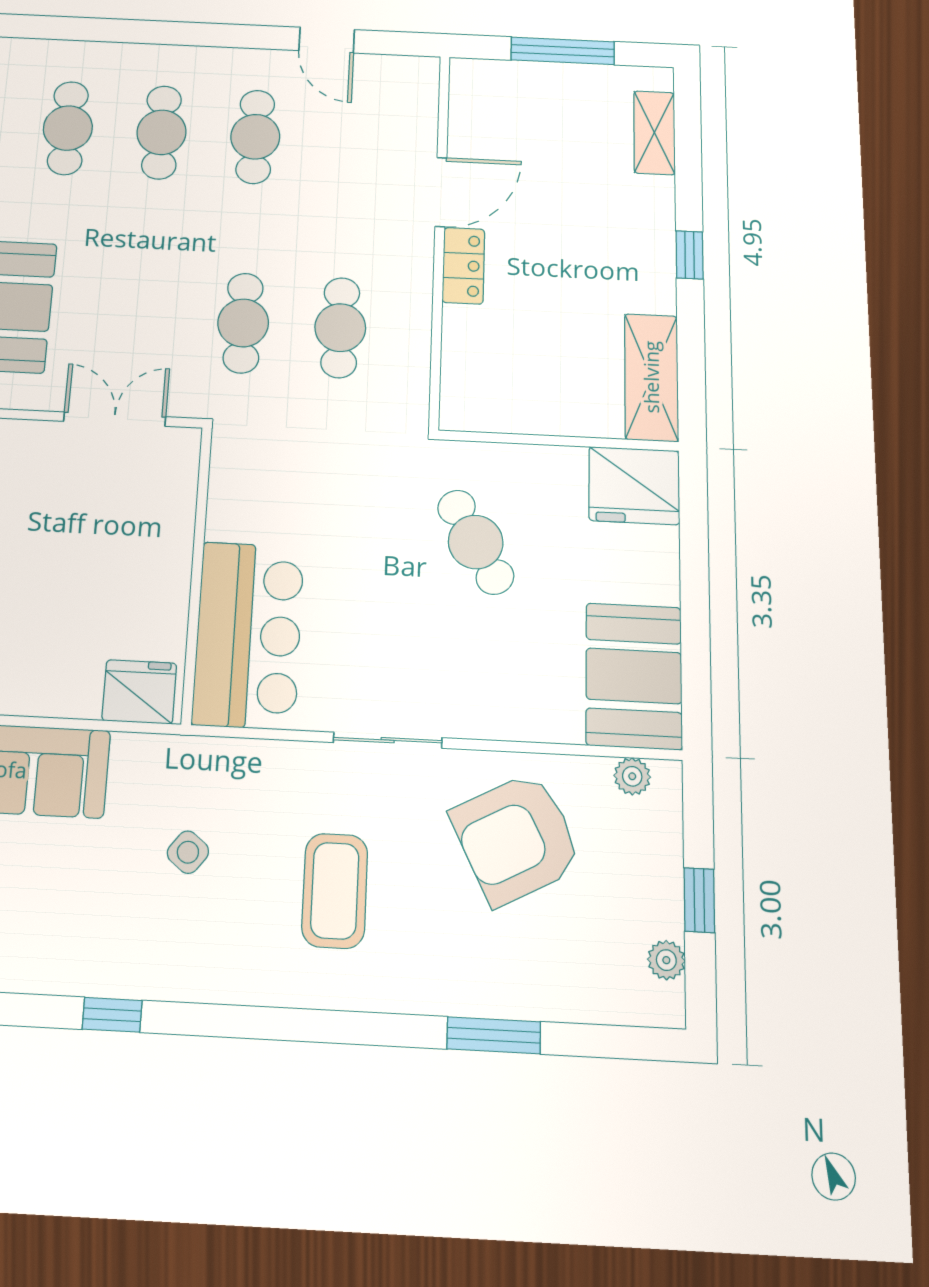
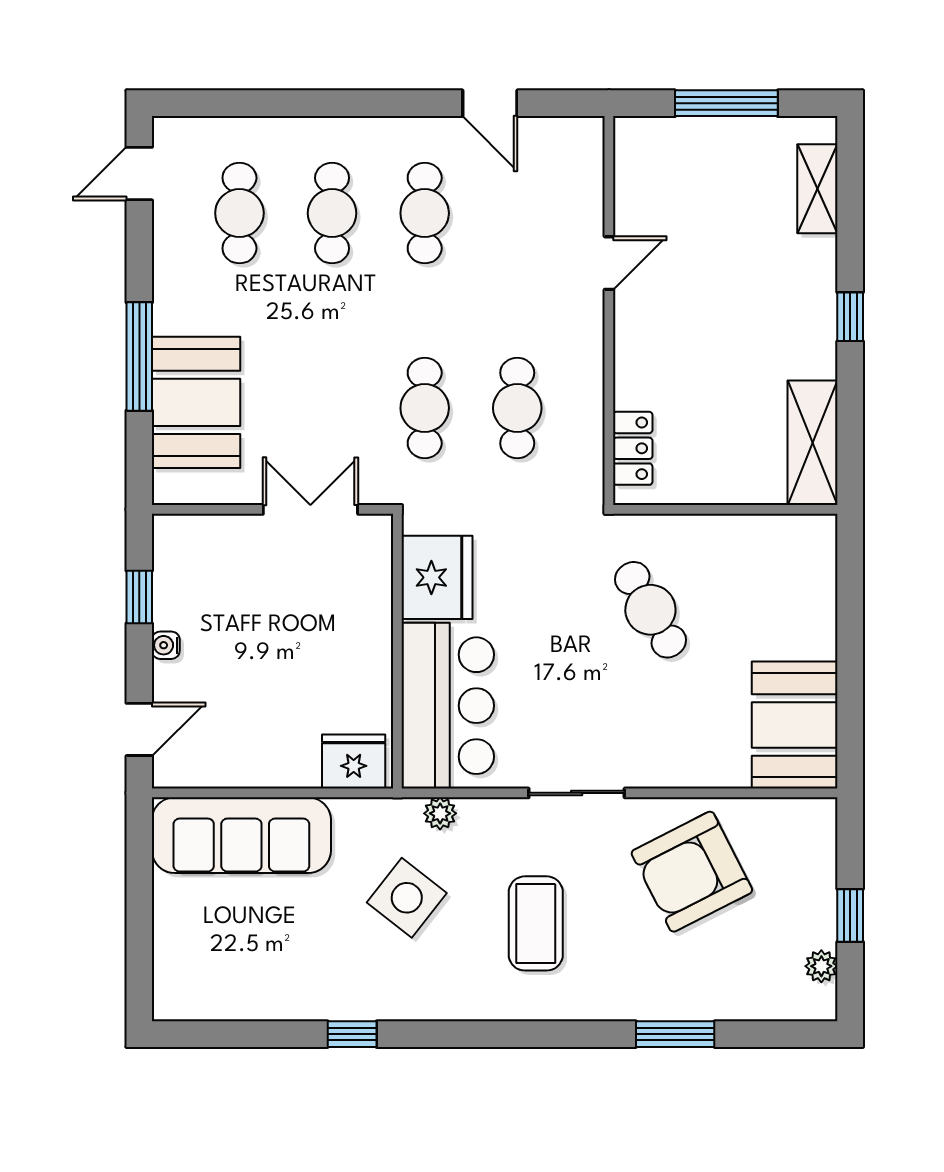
door: (441, 192) -> (609, 263), width x0.73
locker: (463, 266) -> (633, 448), moved
fridge: (634, 486) -> (437, 577), moved, turned -90
plant: (632, 776) -> (440, 813), moved
side table: (188, 852) -> (407, 898), width x1.87, depth x1.87

